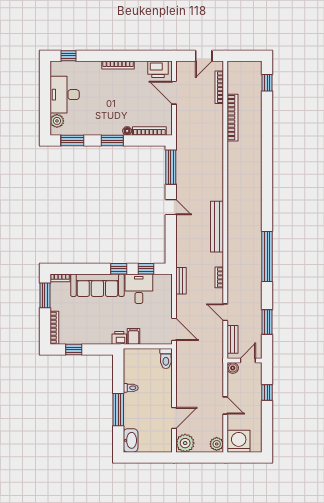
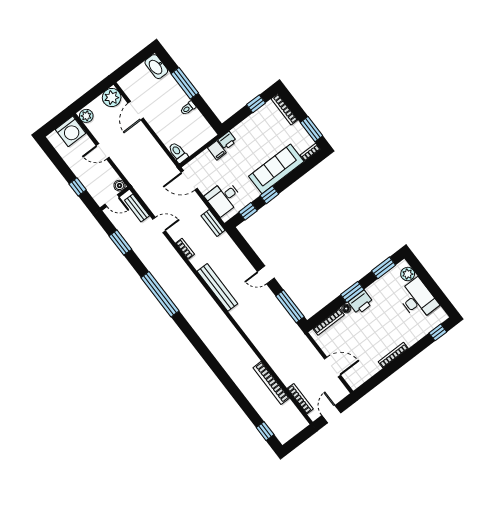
printer: (158, 69) -> (361, 302), moved, turned 180
desk: (139, 289) -> (224, 198), moved, turned 90
door: (248, 361) -> (112, 201), hinge flipped

